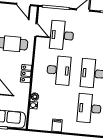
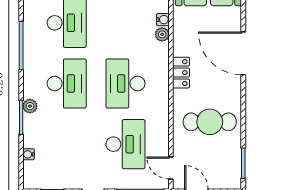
door: (36, 30) -> (171, 168), moved

